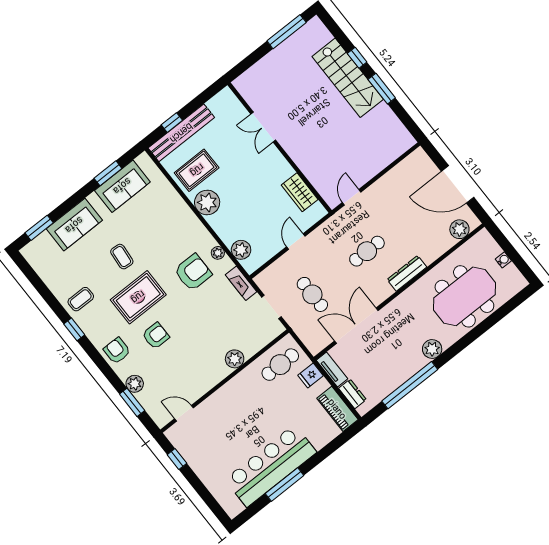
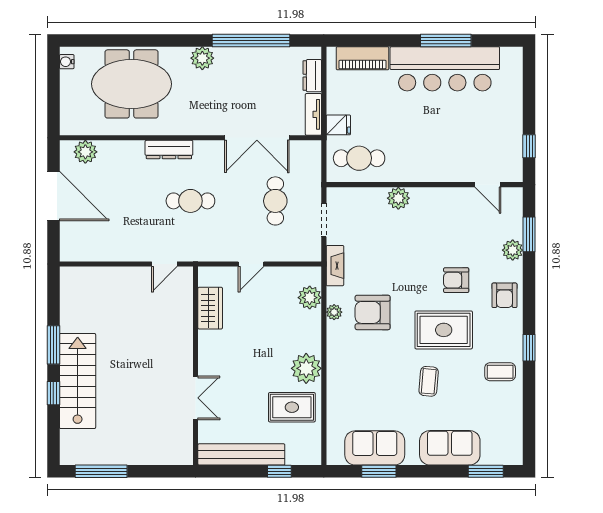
bench: (181, 133) -> (241, 454), moved
water cooler: (503, 260) -> (67, 62), moved
piano: (337, 409) -> (363, 58), moved, turned 90

